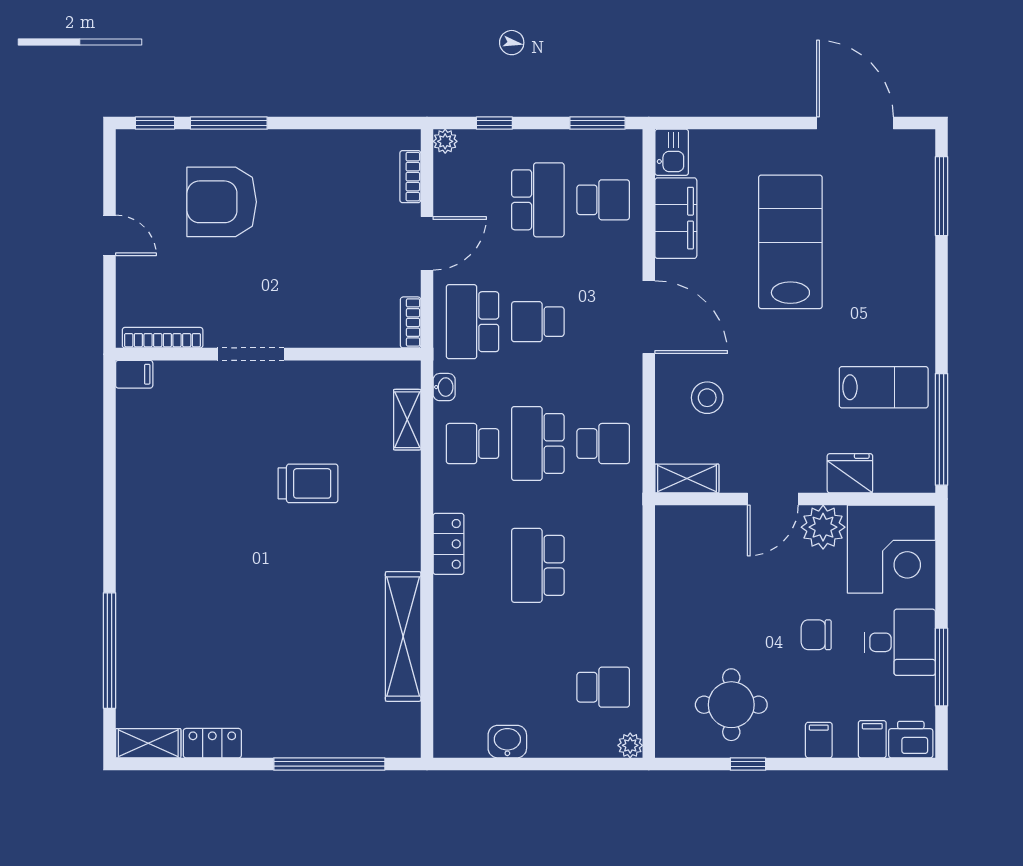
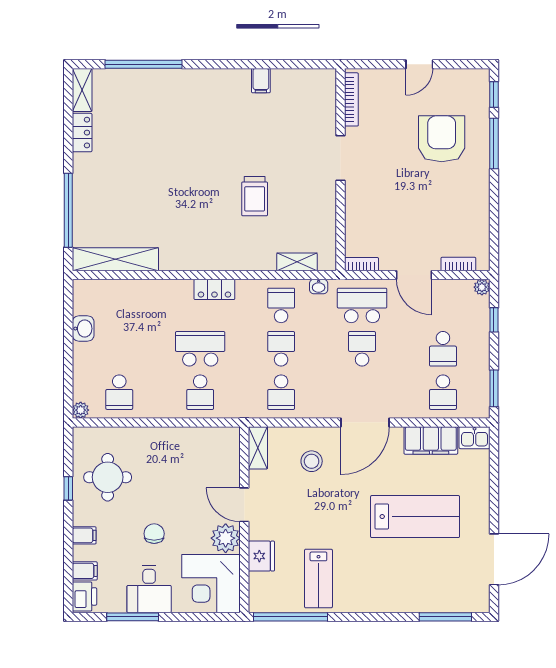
school desk: (538, 200) -> (443, 349), width x0.54
filing cabinet: (134, 374) -> (261, 81), moved
school desk: (538, 444) -> (281, 349), width x0.54
school desk: (603, 565) -> (200, 392), added
shelving: (403, 636) -> (115, 259), moved

